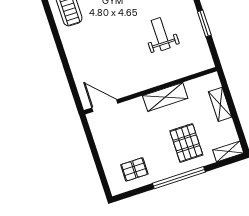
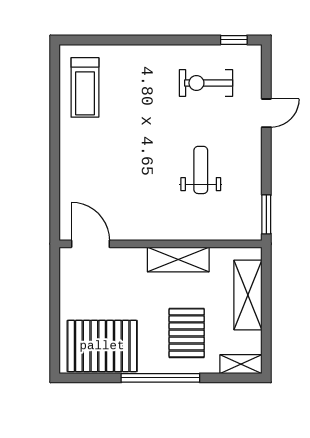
window: (204, 23) -> (266, 214), moved
shelving: (220, 104) -> (248, 295), width x1.50, depth x1.33
pallet: (134, 169) -> (102, 346), width x2.05, depth x2.00

